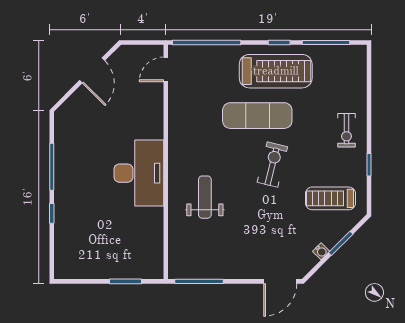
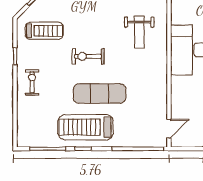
exercise bike: (272, 165) -> (88, 56), turned 76

